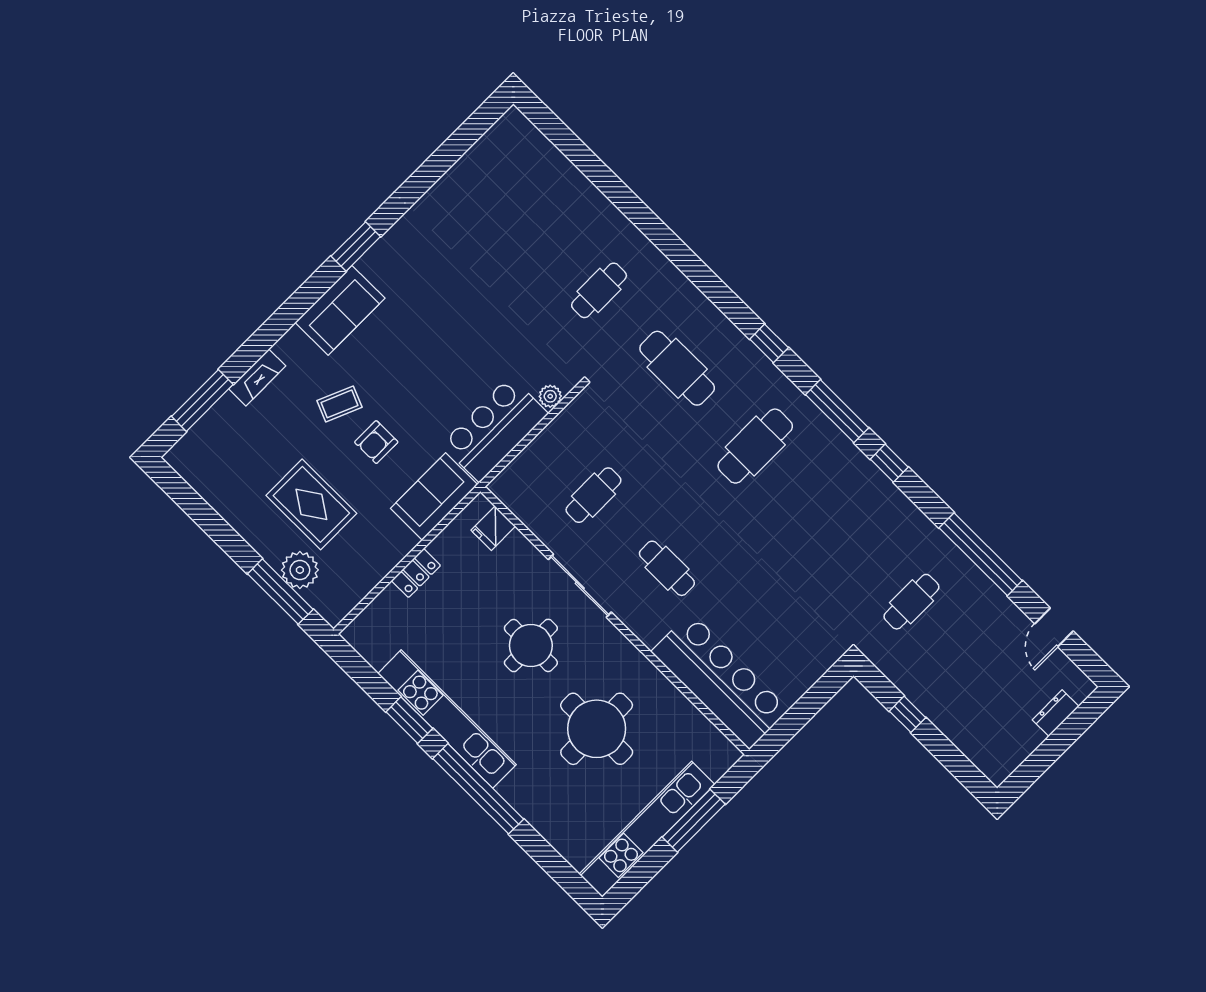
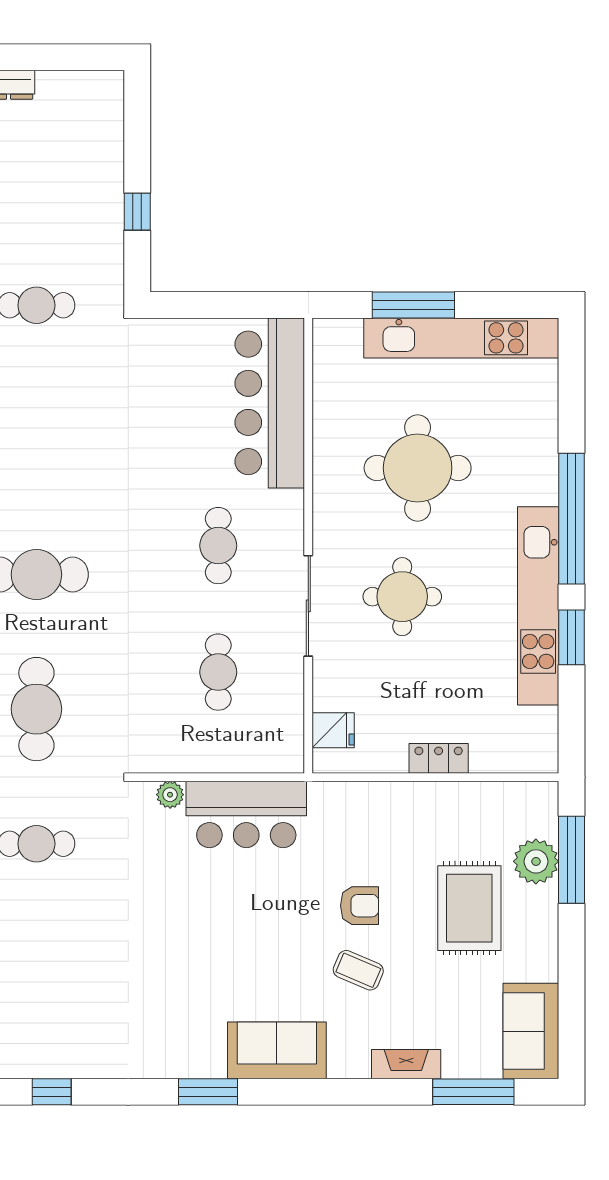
window: (446, 156) -> (52, 1092), added
cafe table: (593, 495) -> (218, 672), turned 90
sofa: (434, 496) -> (531, 1031), moved, turned 90

